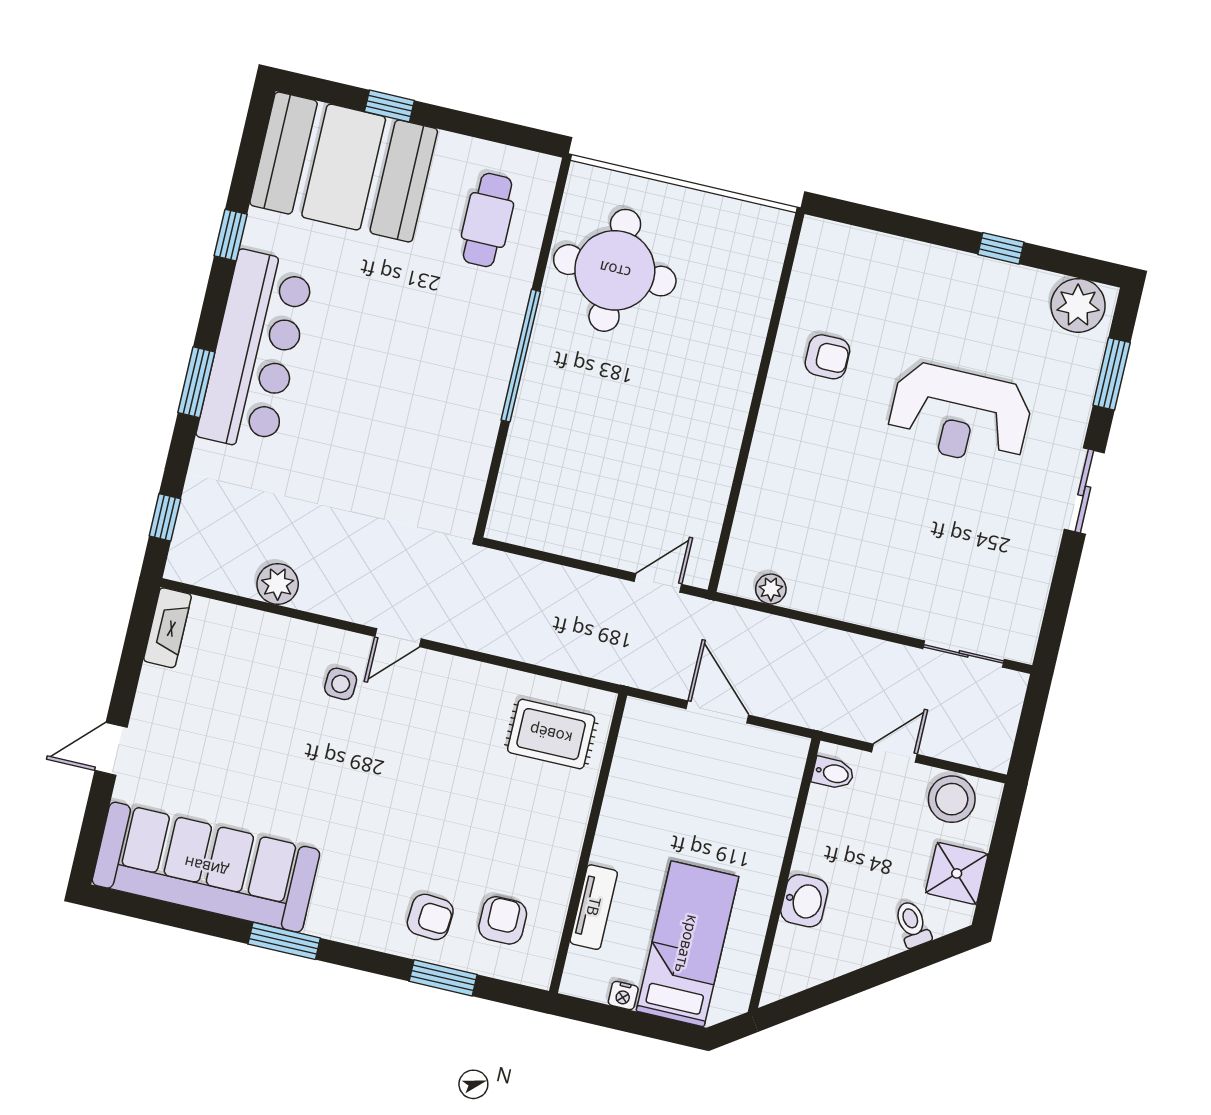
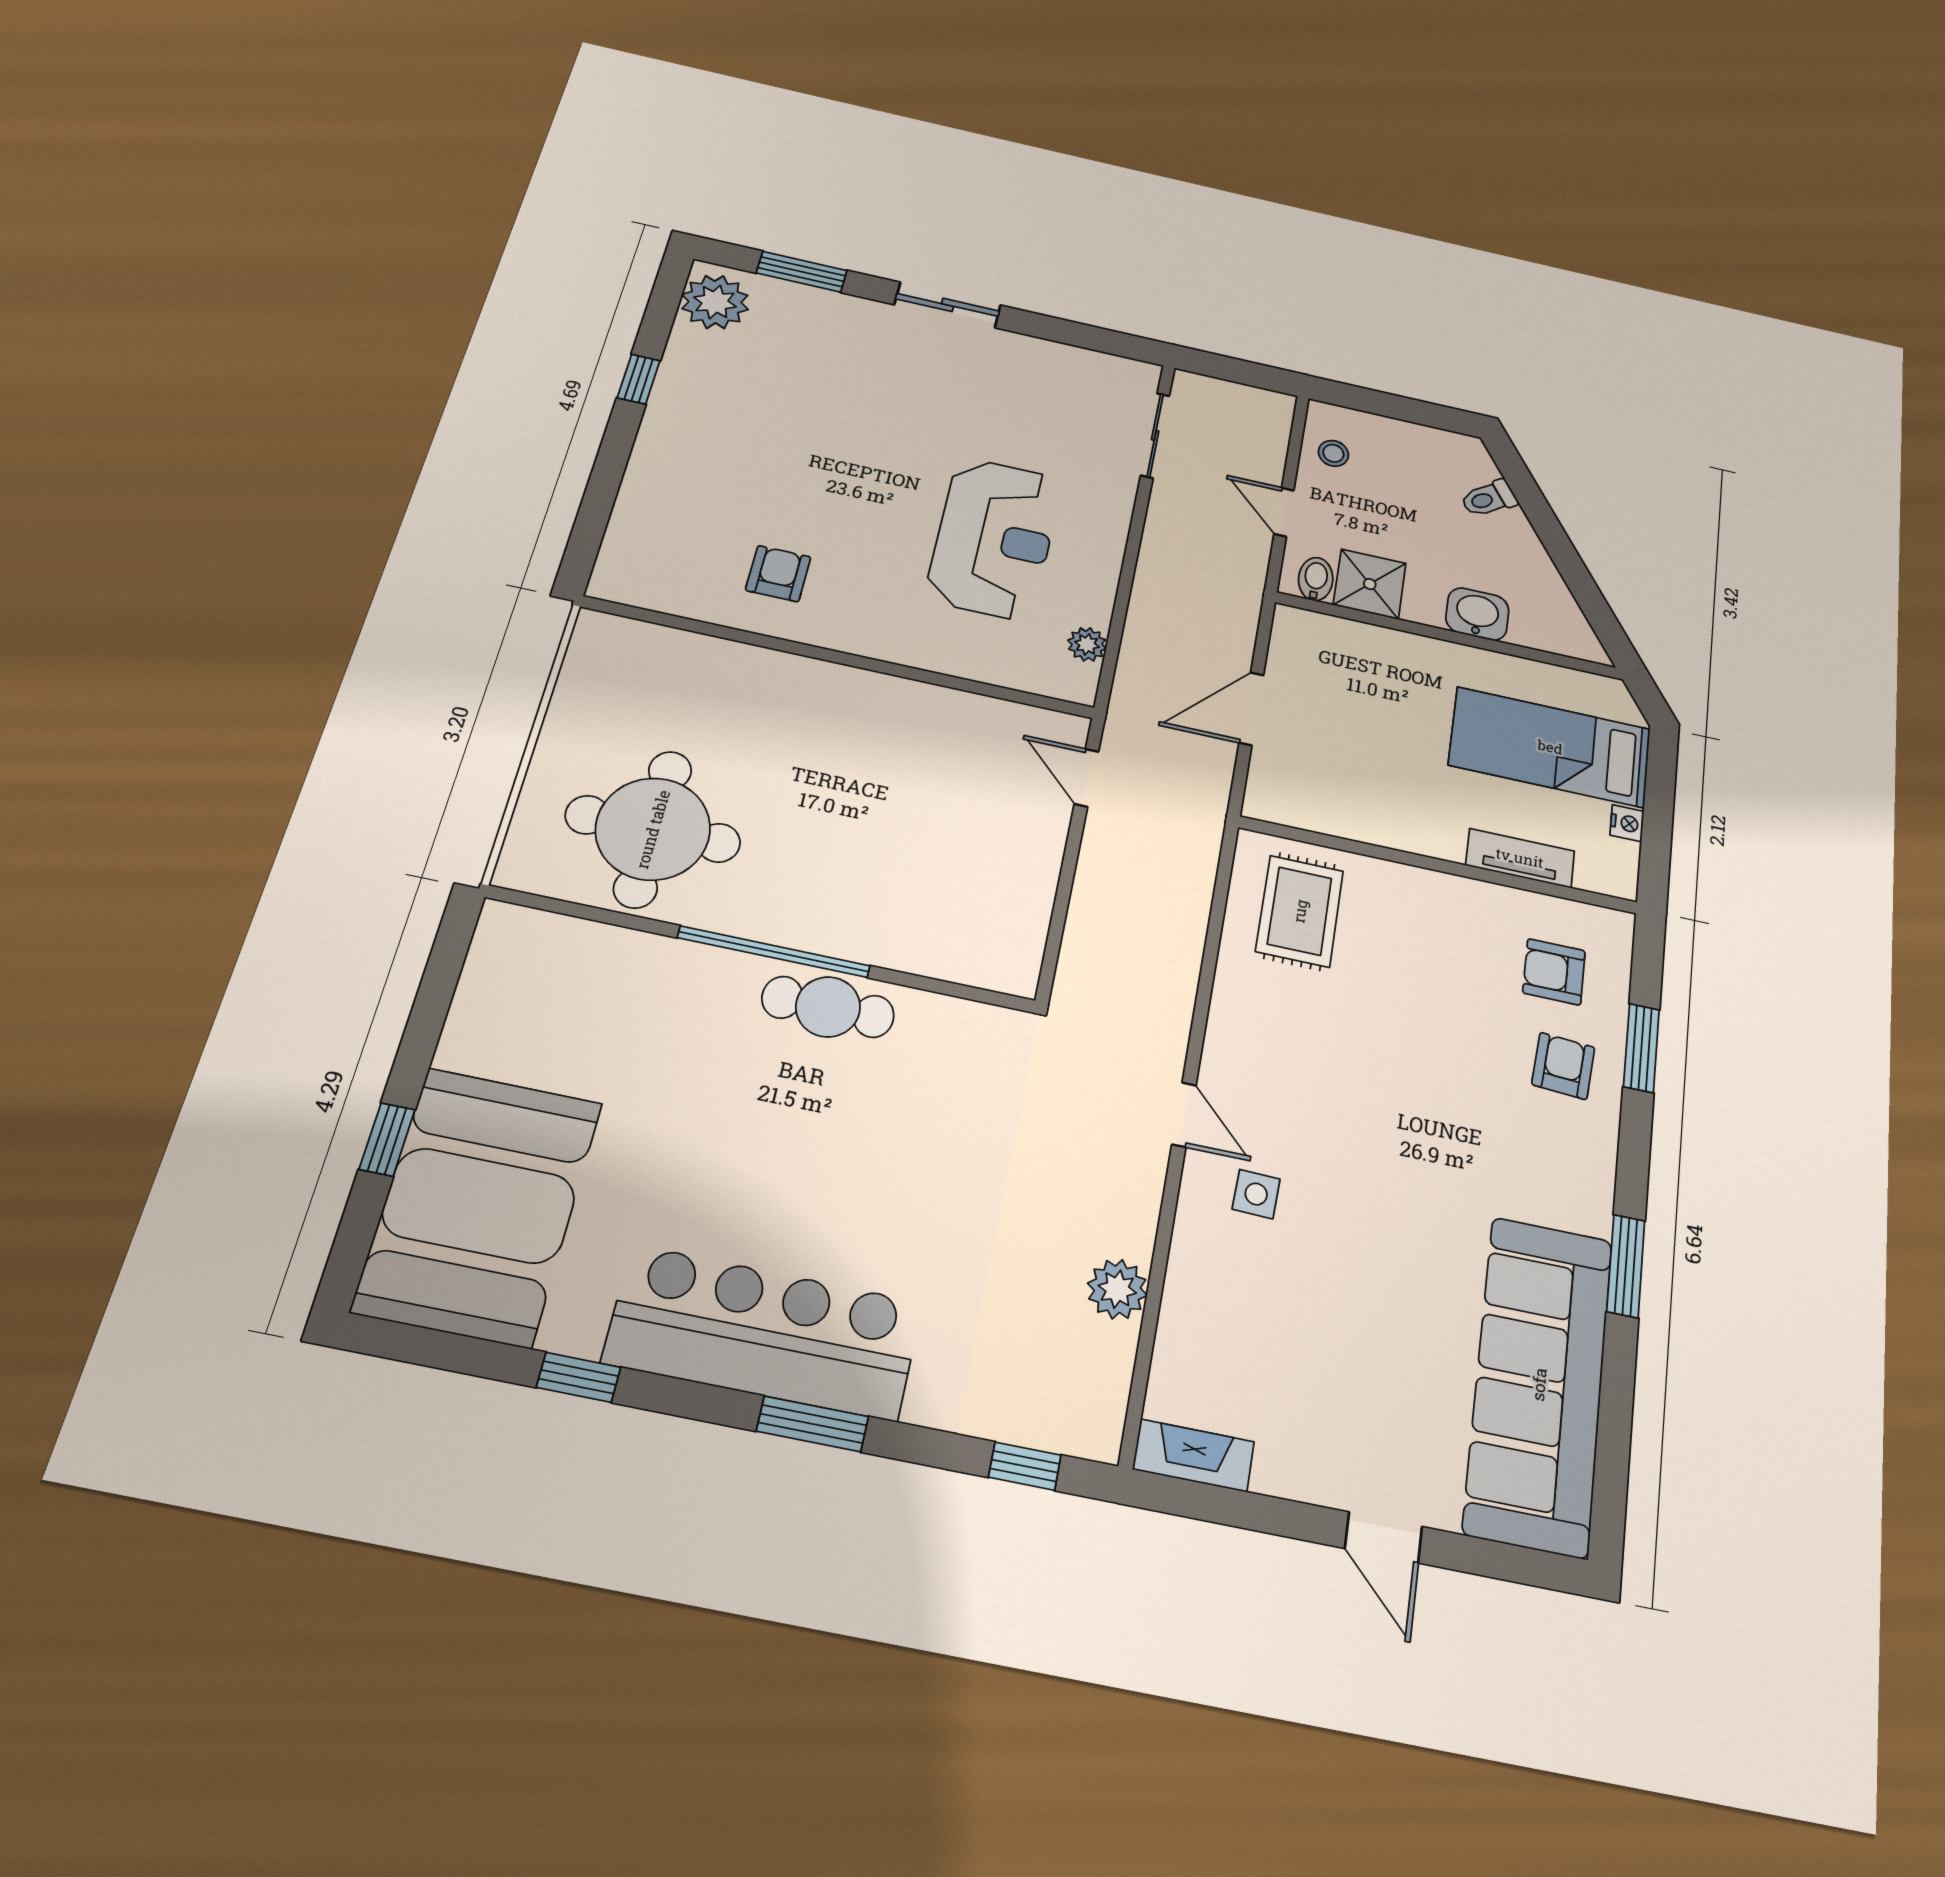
cafe table: (487, 220) -> (828, 1007), moved
reception desk: (960, 415) -> (994, 538), moved
stool: (952, 799) -> (1333, 453), width x0.53, depth x0.53
shower: (957, 873) -> (1370, 584), moved

